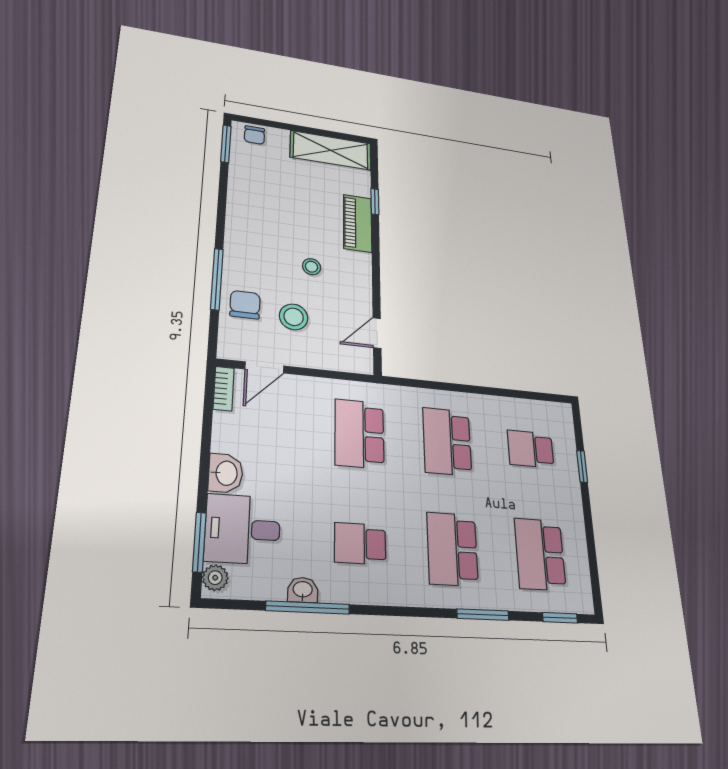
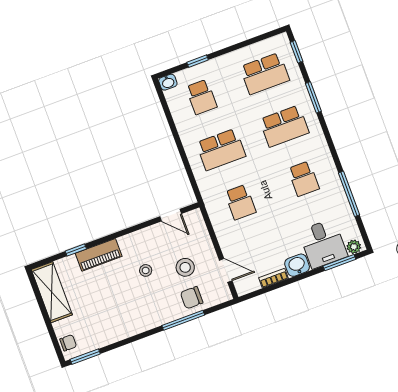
bookcase: (224, 389) -> (274, 278), moved
school desk: (359, 434) -> (240, 202), width x0.54
washbasin: (303, 590) -> (168, 82), moved, turned -90

